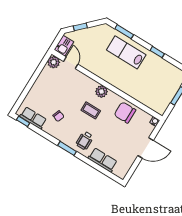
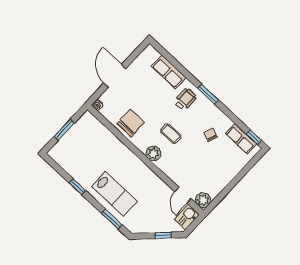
chair: (125, 112) -> (131, 123), turned -90
door: (146, 148) -> (115, 76), hinge flipped

